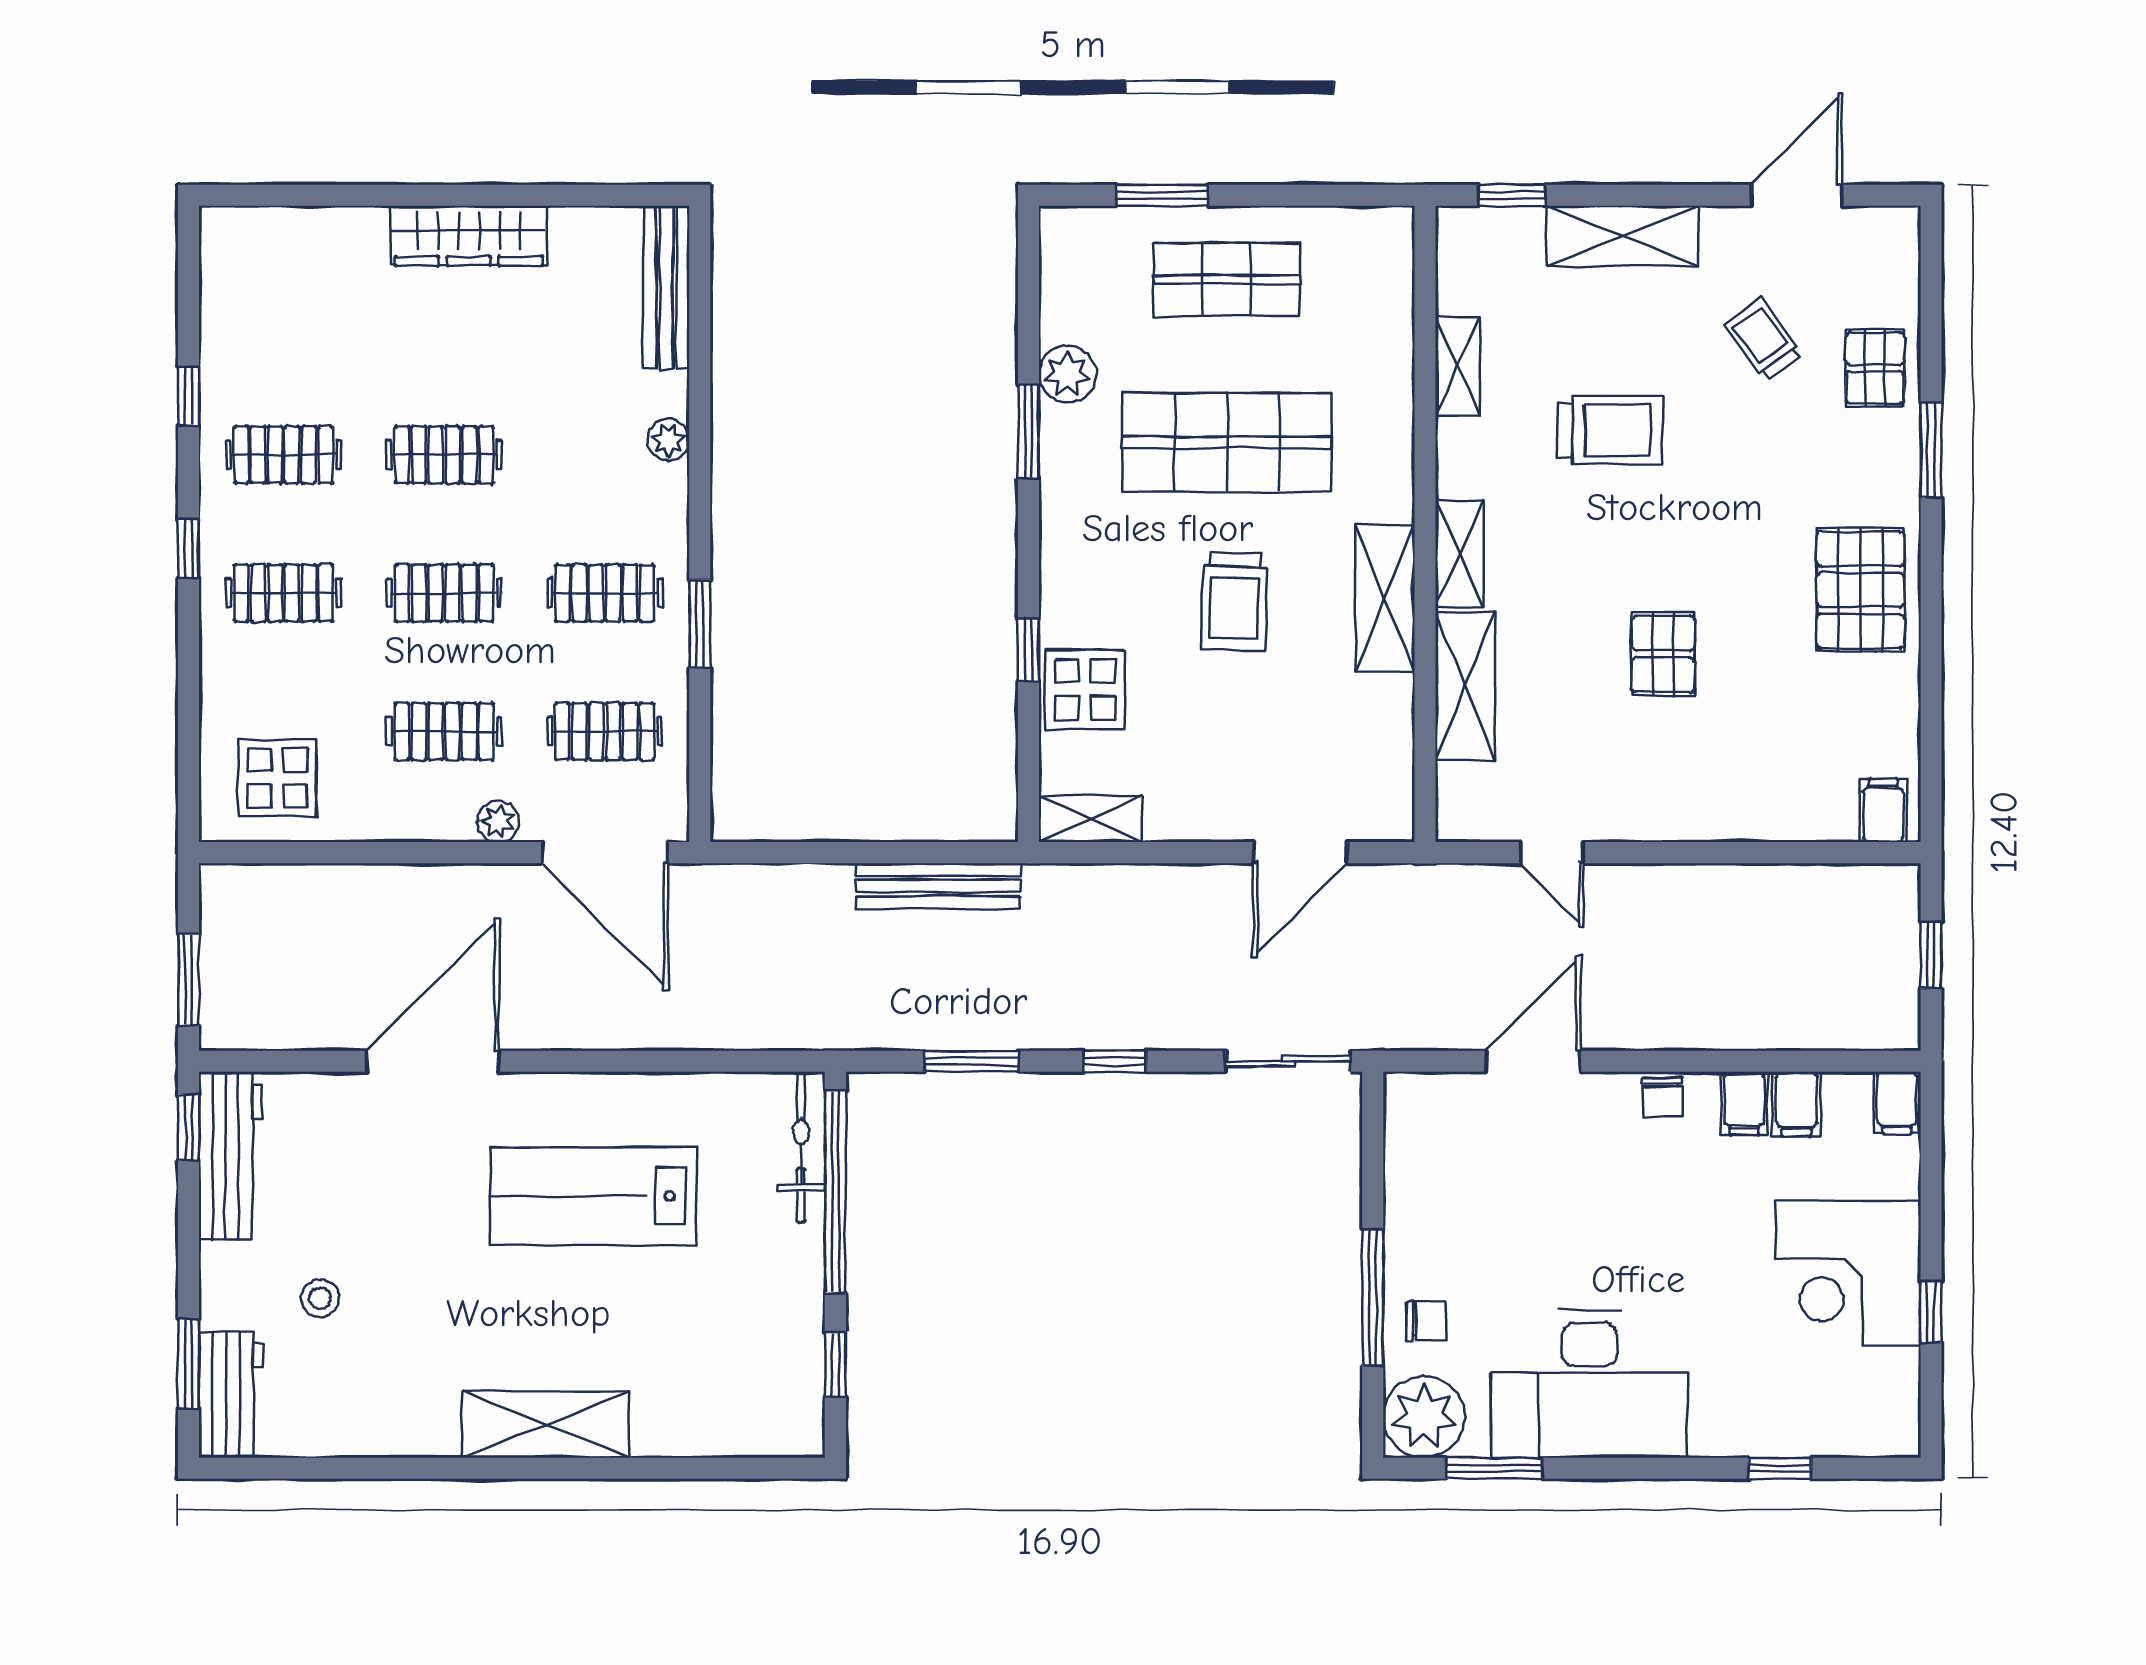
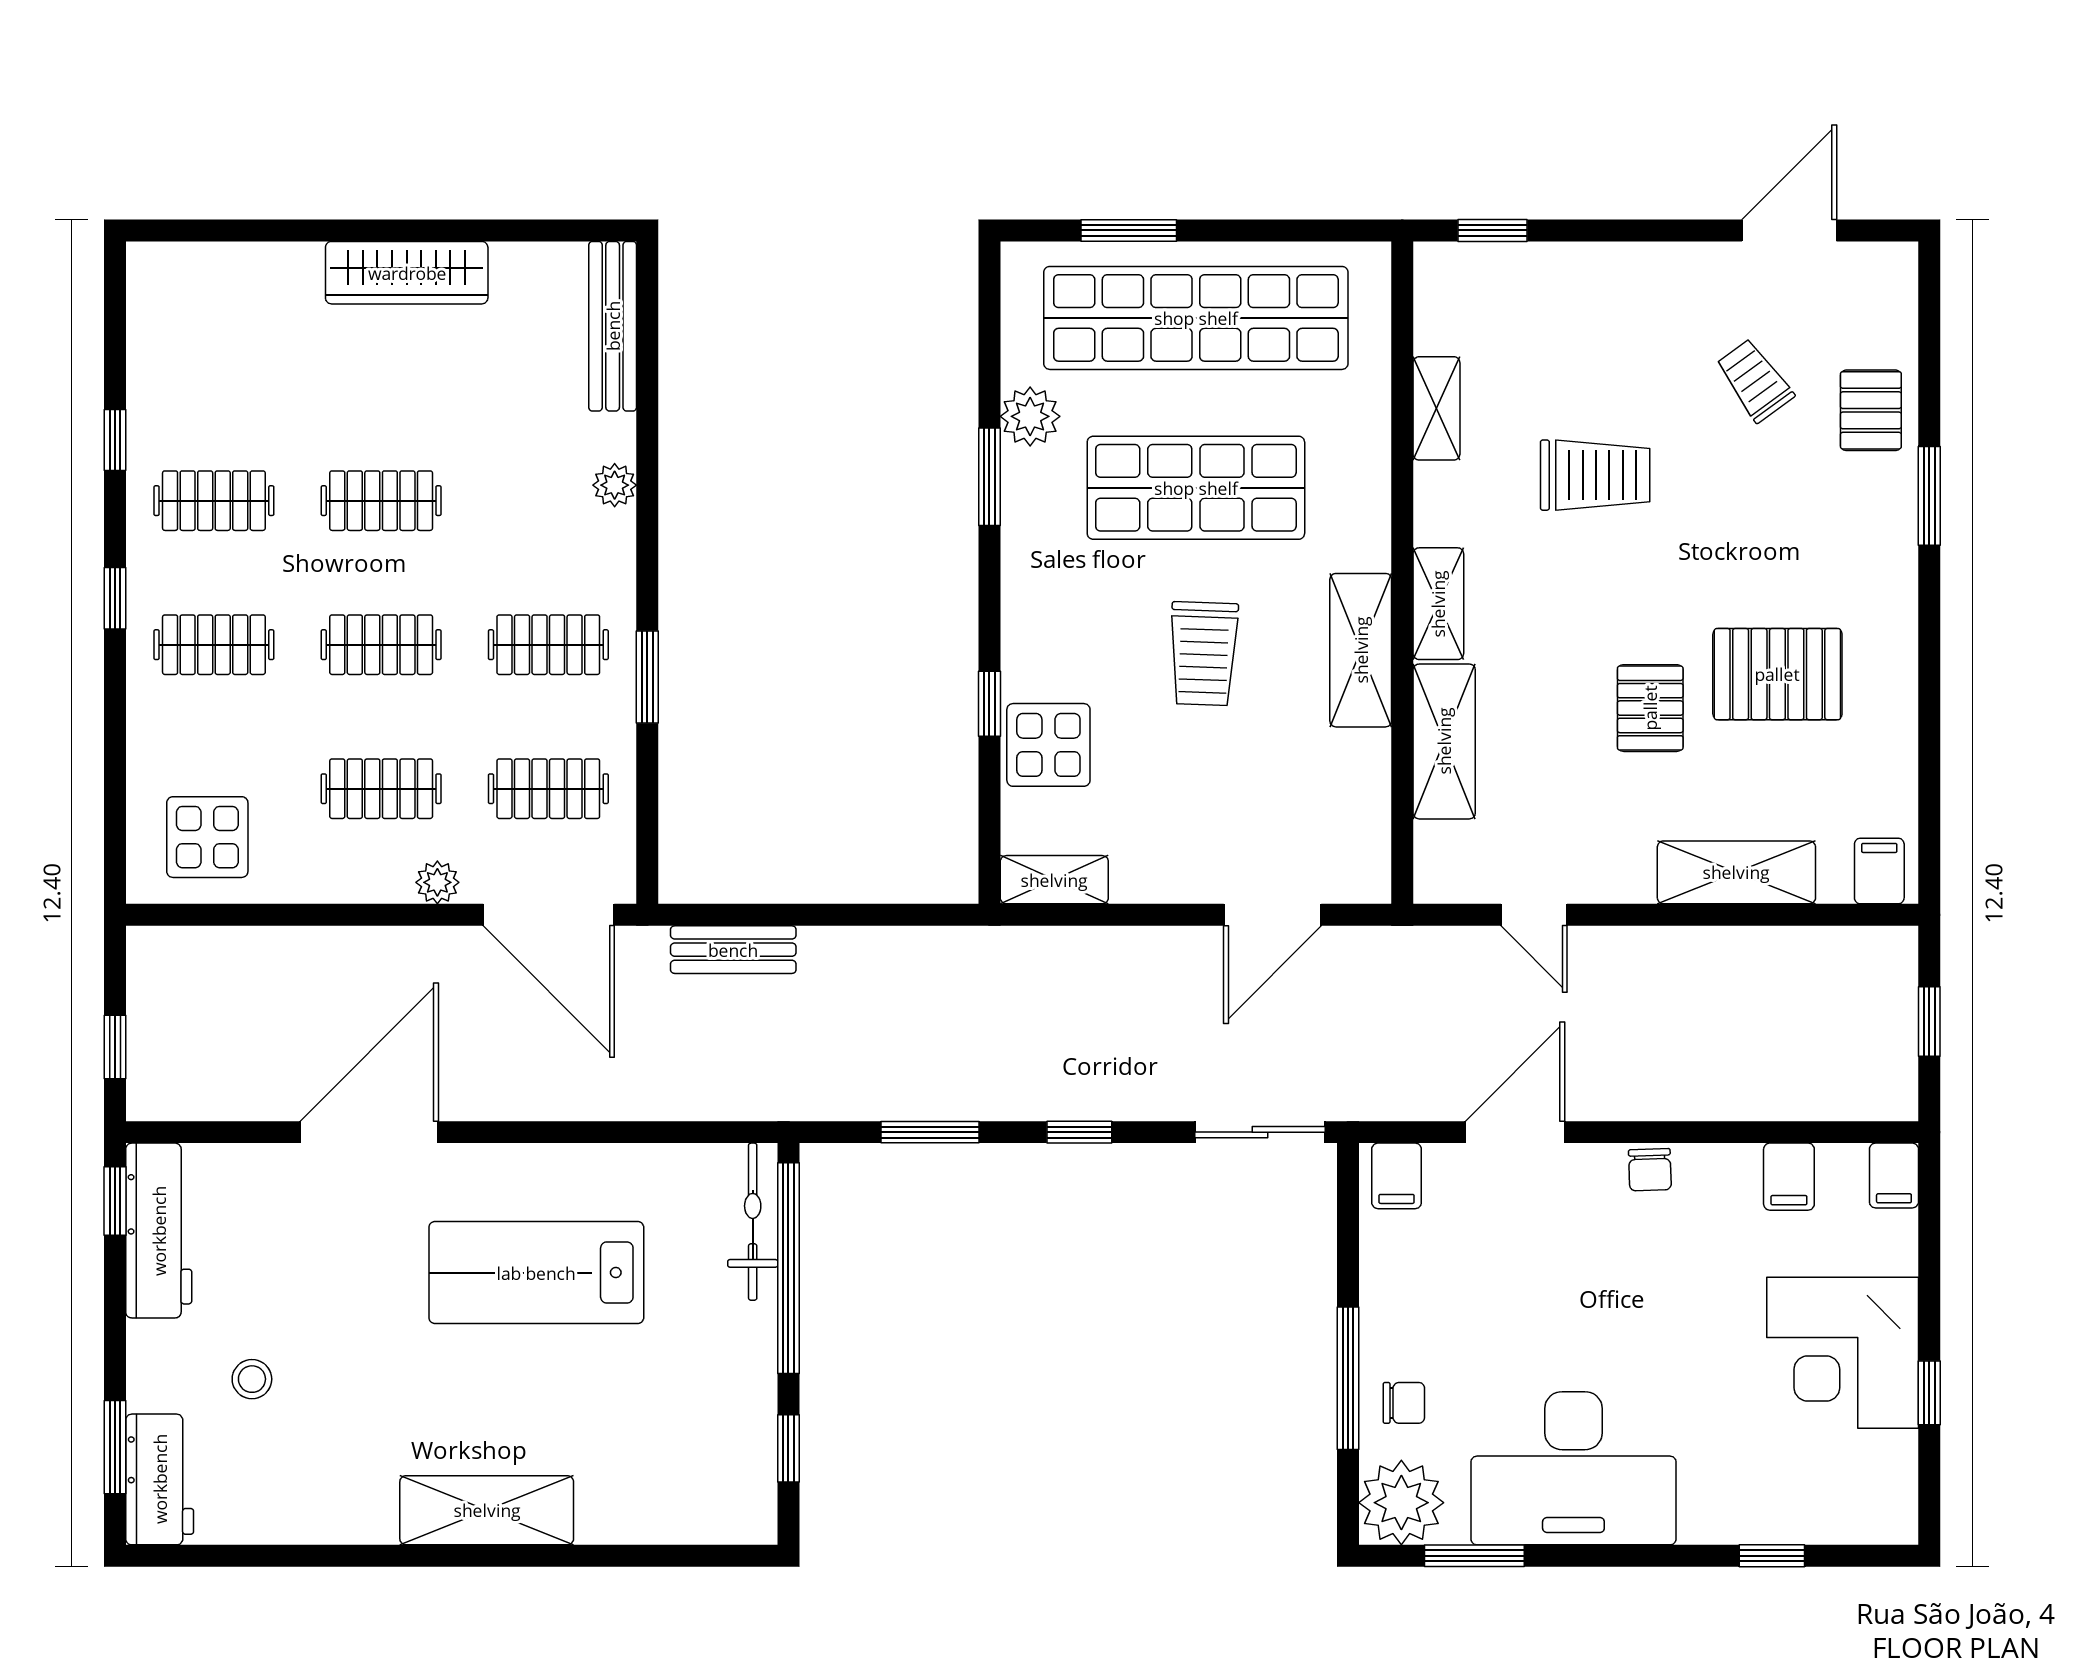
shelving: (1622, 236) -> (1736, 872), moved
shop shelf: (1227, 279) -> (1196, 318), width x2.00, depth x1.36
pallet: (1861, 590) -> (1777, 674), moved, turned 90
bench: (939, 886) -> (733, 950), moved, width x0.73
window: (189, 980) -> (115, 1047), width x0.67
filing cabinet: (1744, 1103) -> (1397, 1176), moved

